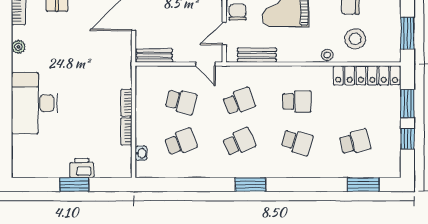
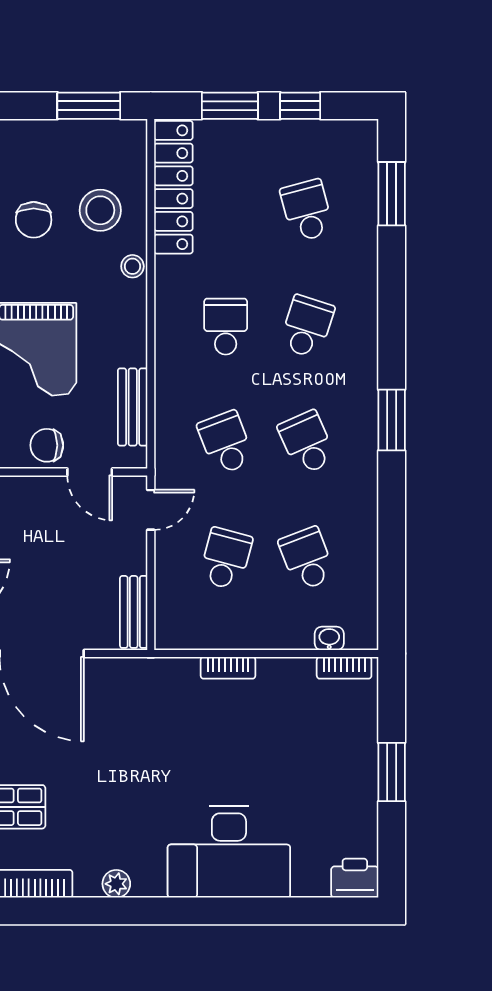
bookcase: (126, 131) -> (344, 668), moved
printer: (82, 168) -> (355, 878), moved, turned 90

